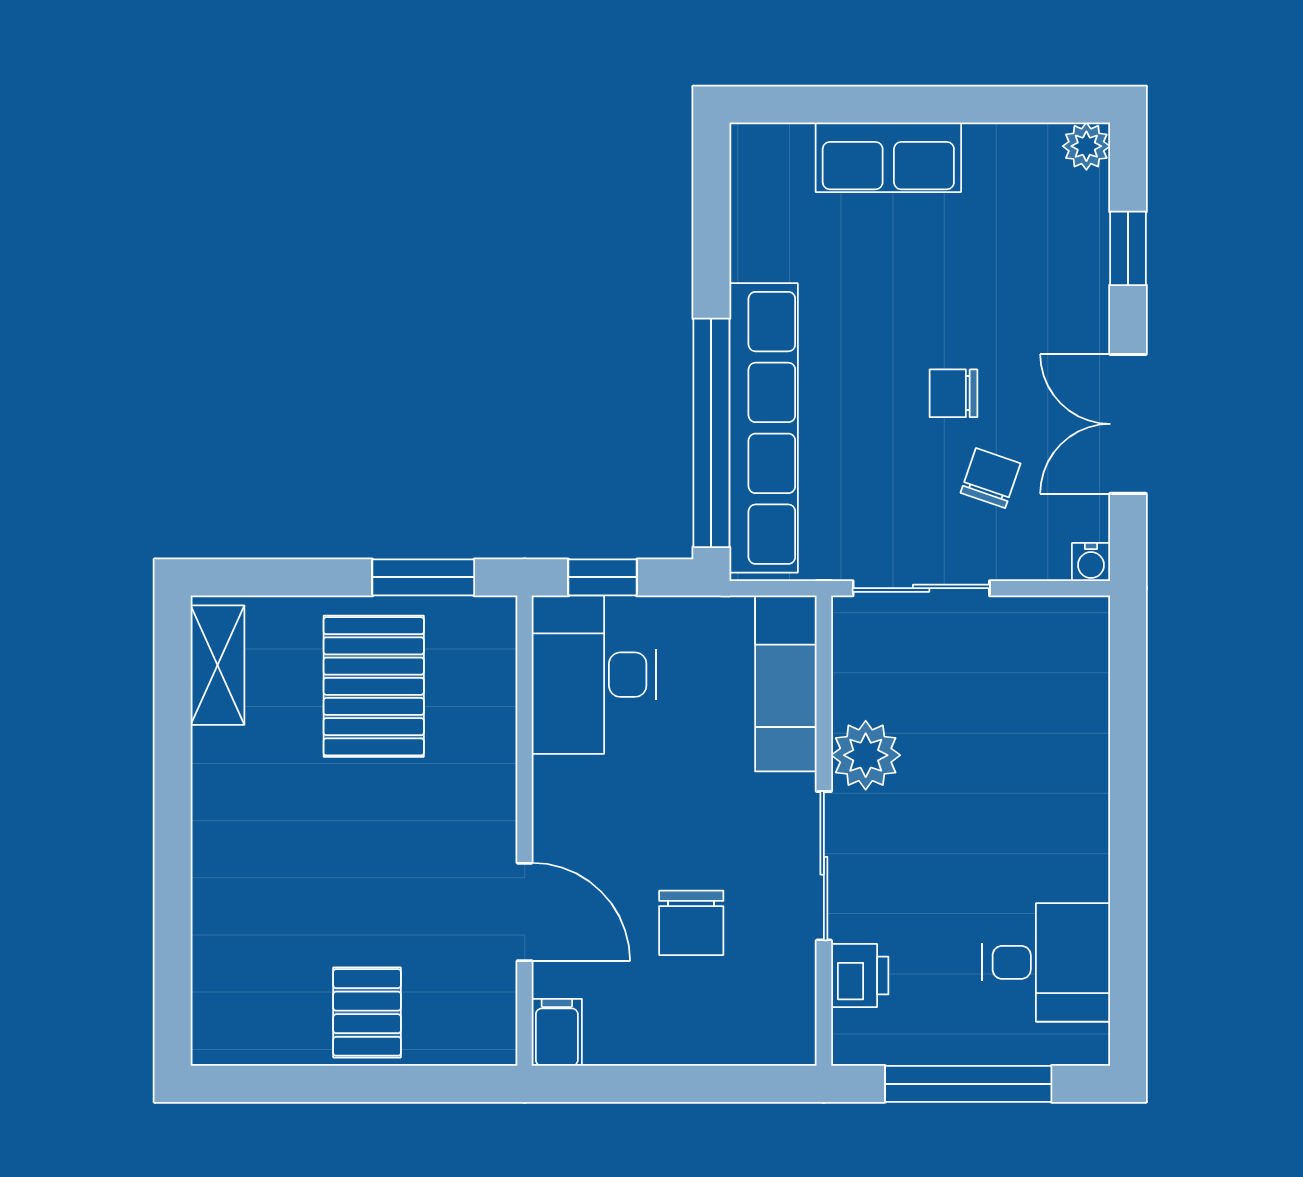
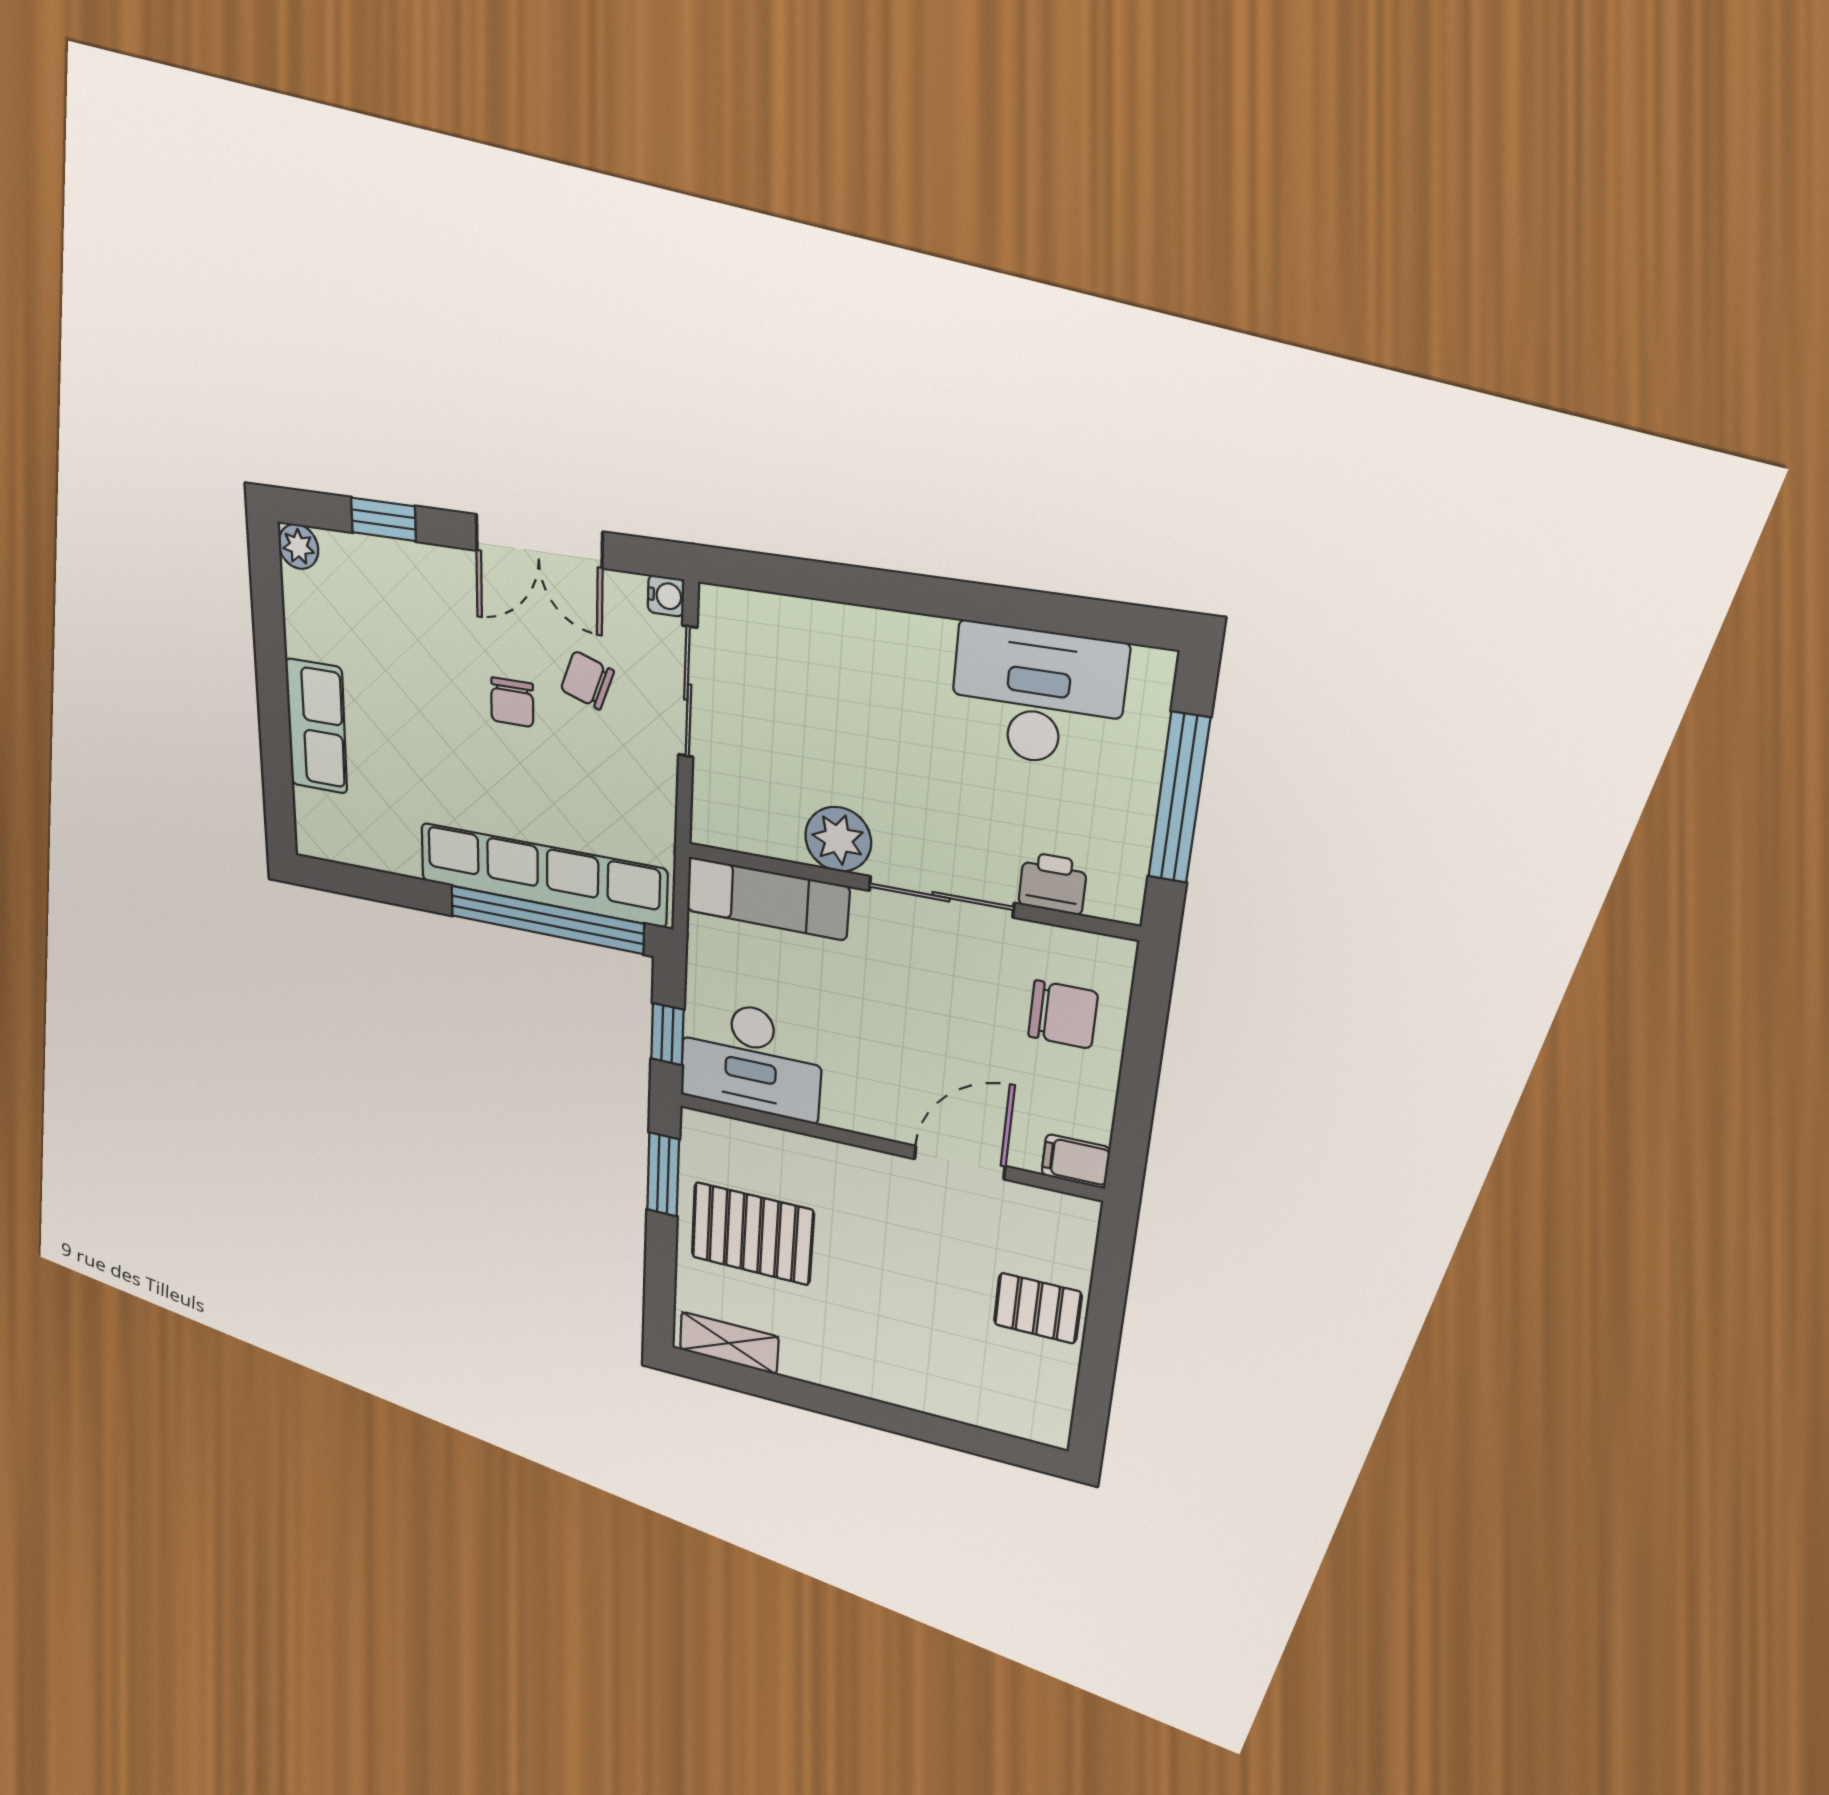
sliding door: (921, 588) -> (688, 692), moved
chair: (691, 923) -> (1063, 1014), moved
desk: (1046, 962) -> (1037, 696), width x1.37

